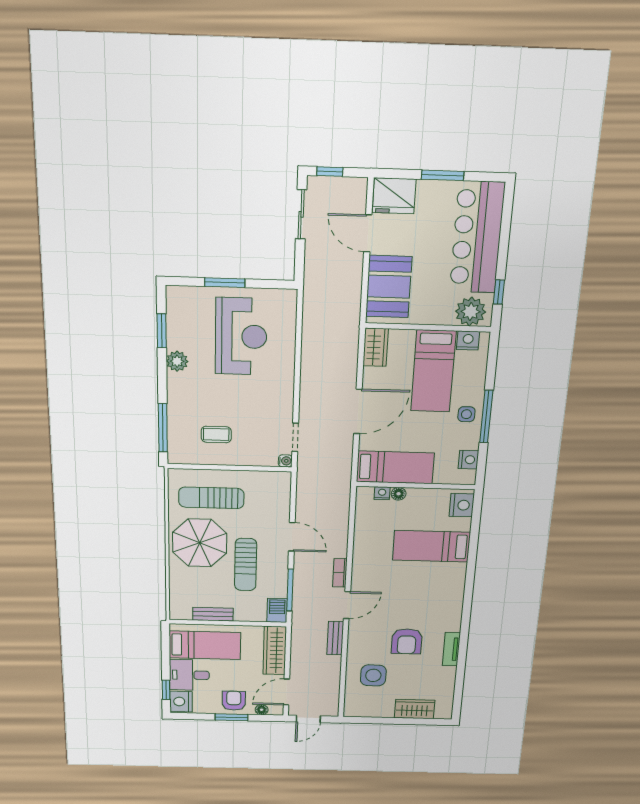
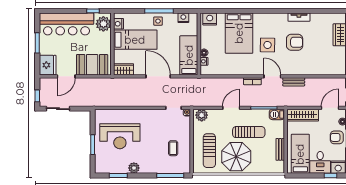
reception desk: (241, 336) -> (120, 136), turned 180
plant: (279, 486) -> (202, 115), added
bed: (431, 546) -> (239, 33), width x1.50
side table: (373, 675) -> (268, 45), moved
door: (286, 692) -> (330, 108), swing flipped

